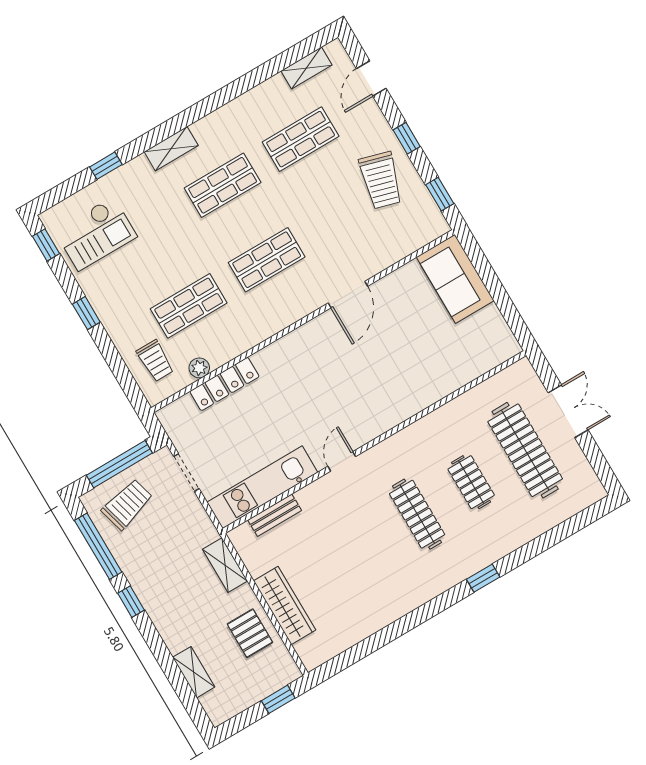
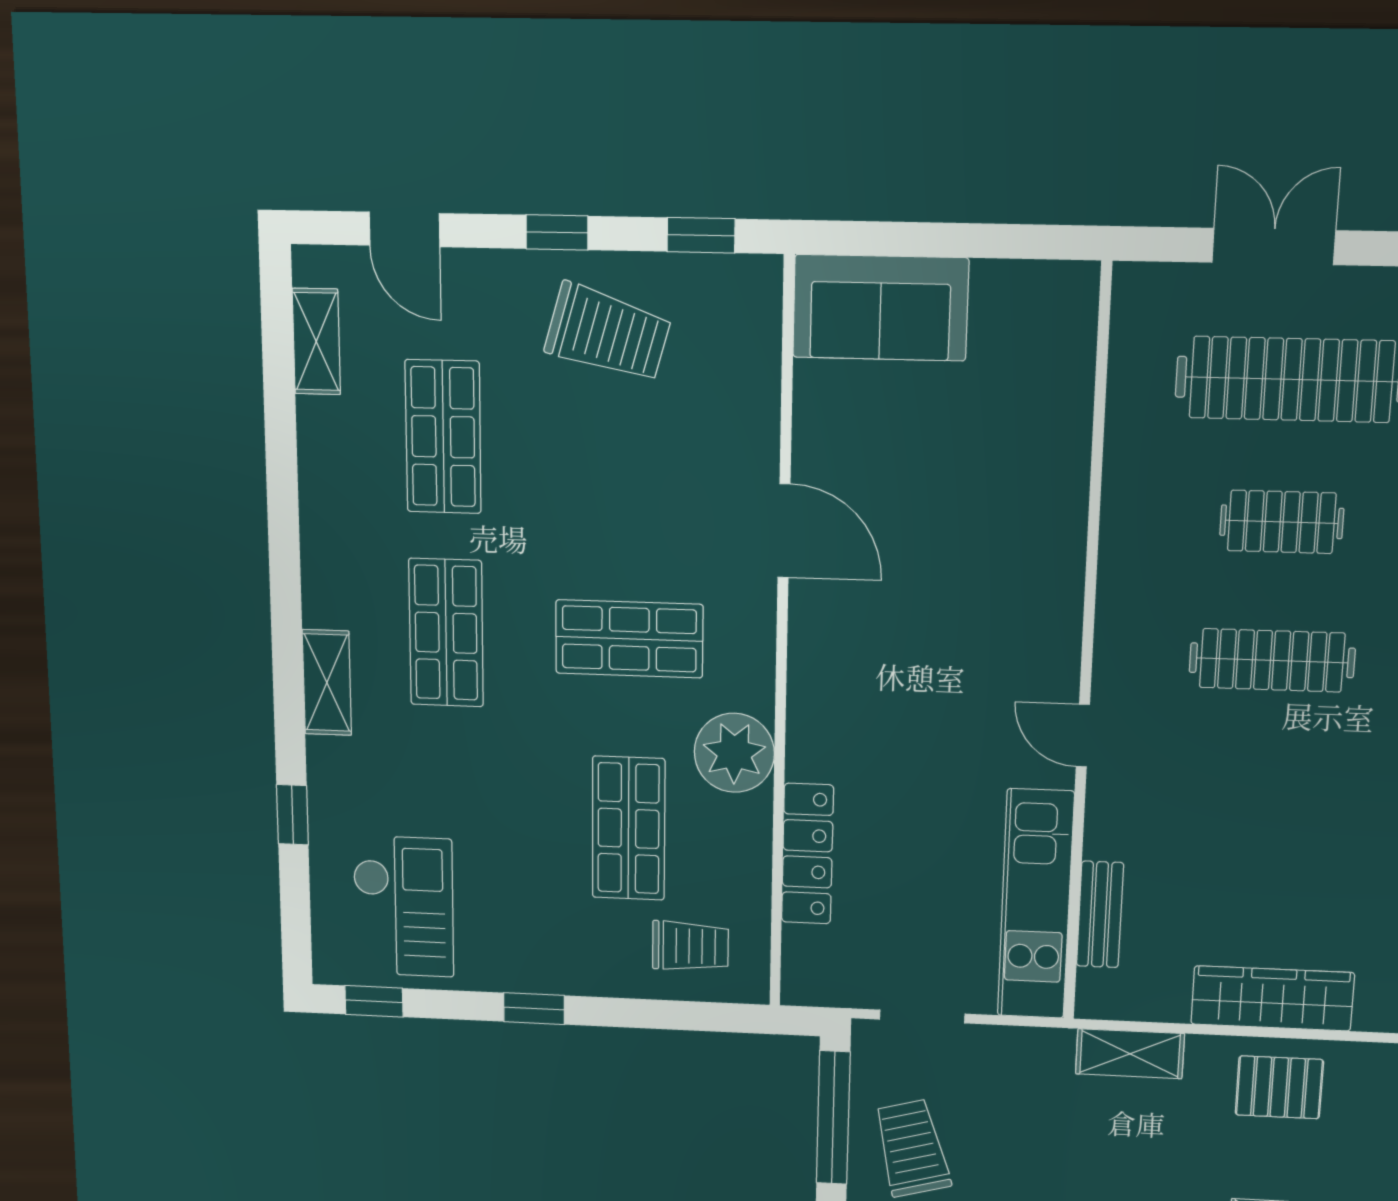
shop shelf: (267, 260) -> (629, 639), turned 90
plant: (199, 368) -> (734, 753), moved, width x1.88, depth x1.88

